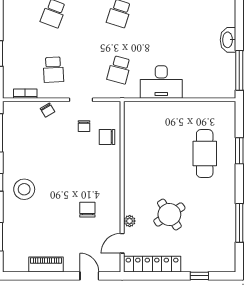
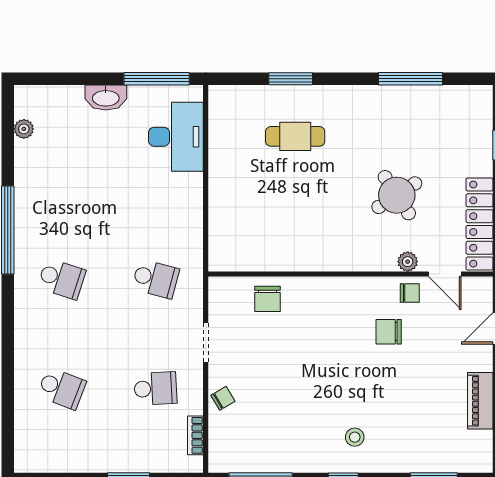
desk: (161, 82) -> (176, 137), moved
chair: (84, 126) -> (410, 293), moved
cafe table: (205, 154) -> (295, 136), width x0.73, depth x0.74
stool: (24, 189) -> (355, 437), width x0.53, depth x0.53

